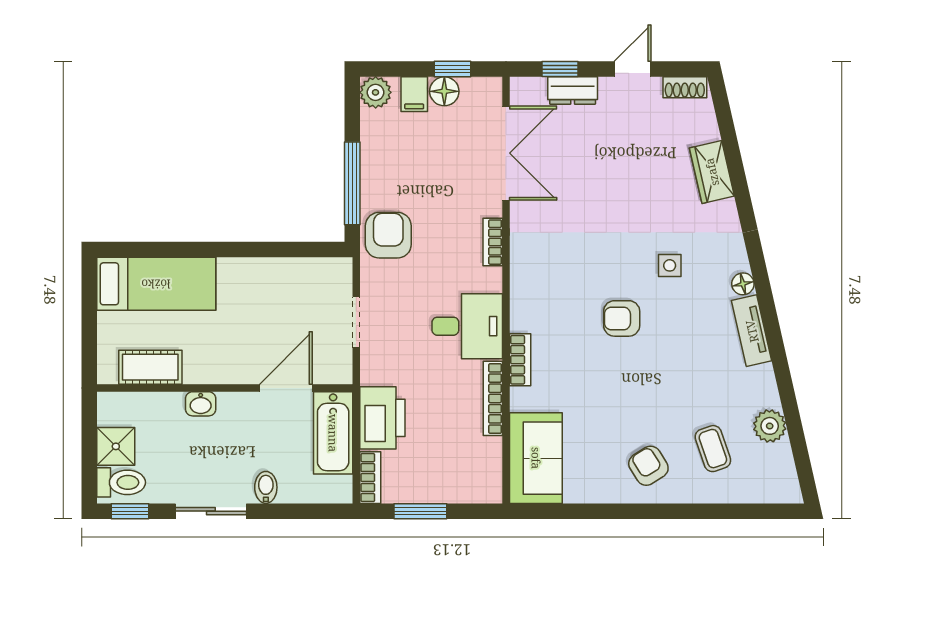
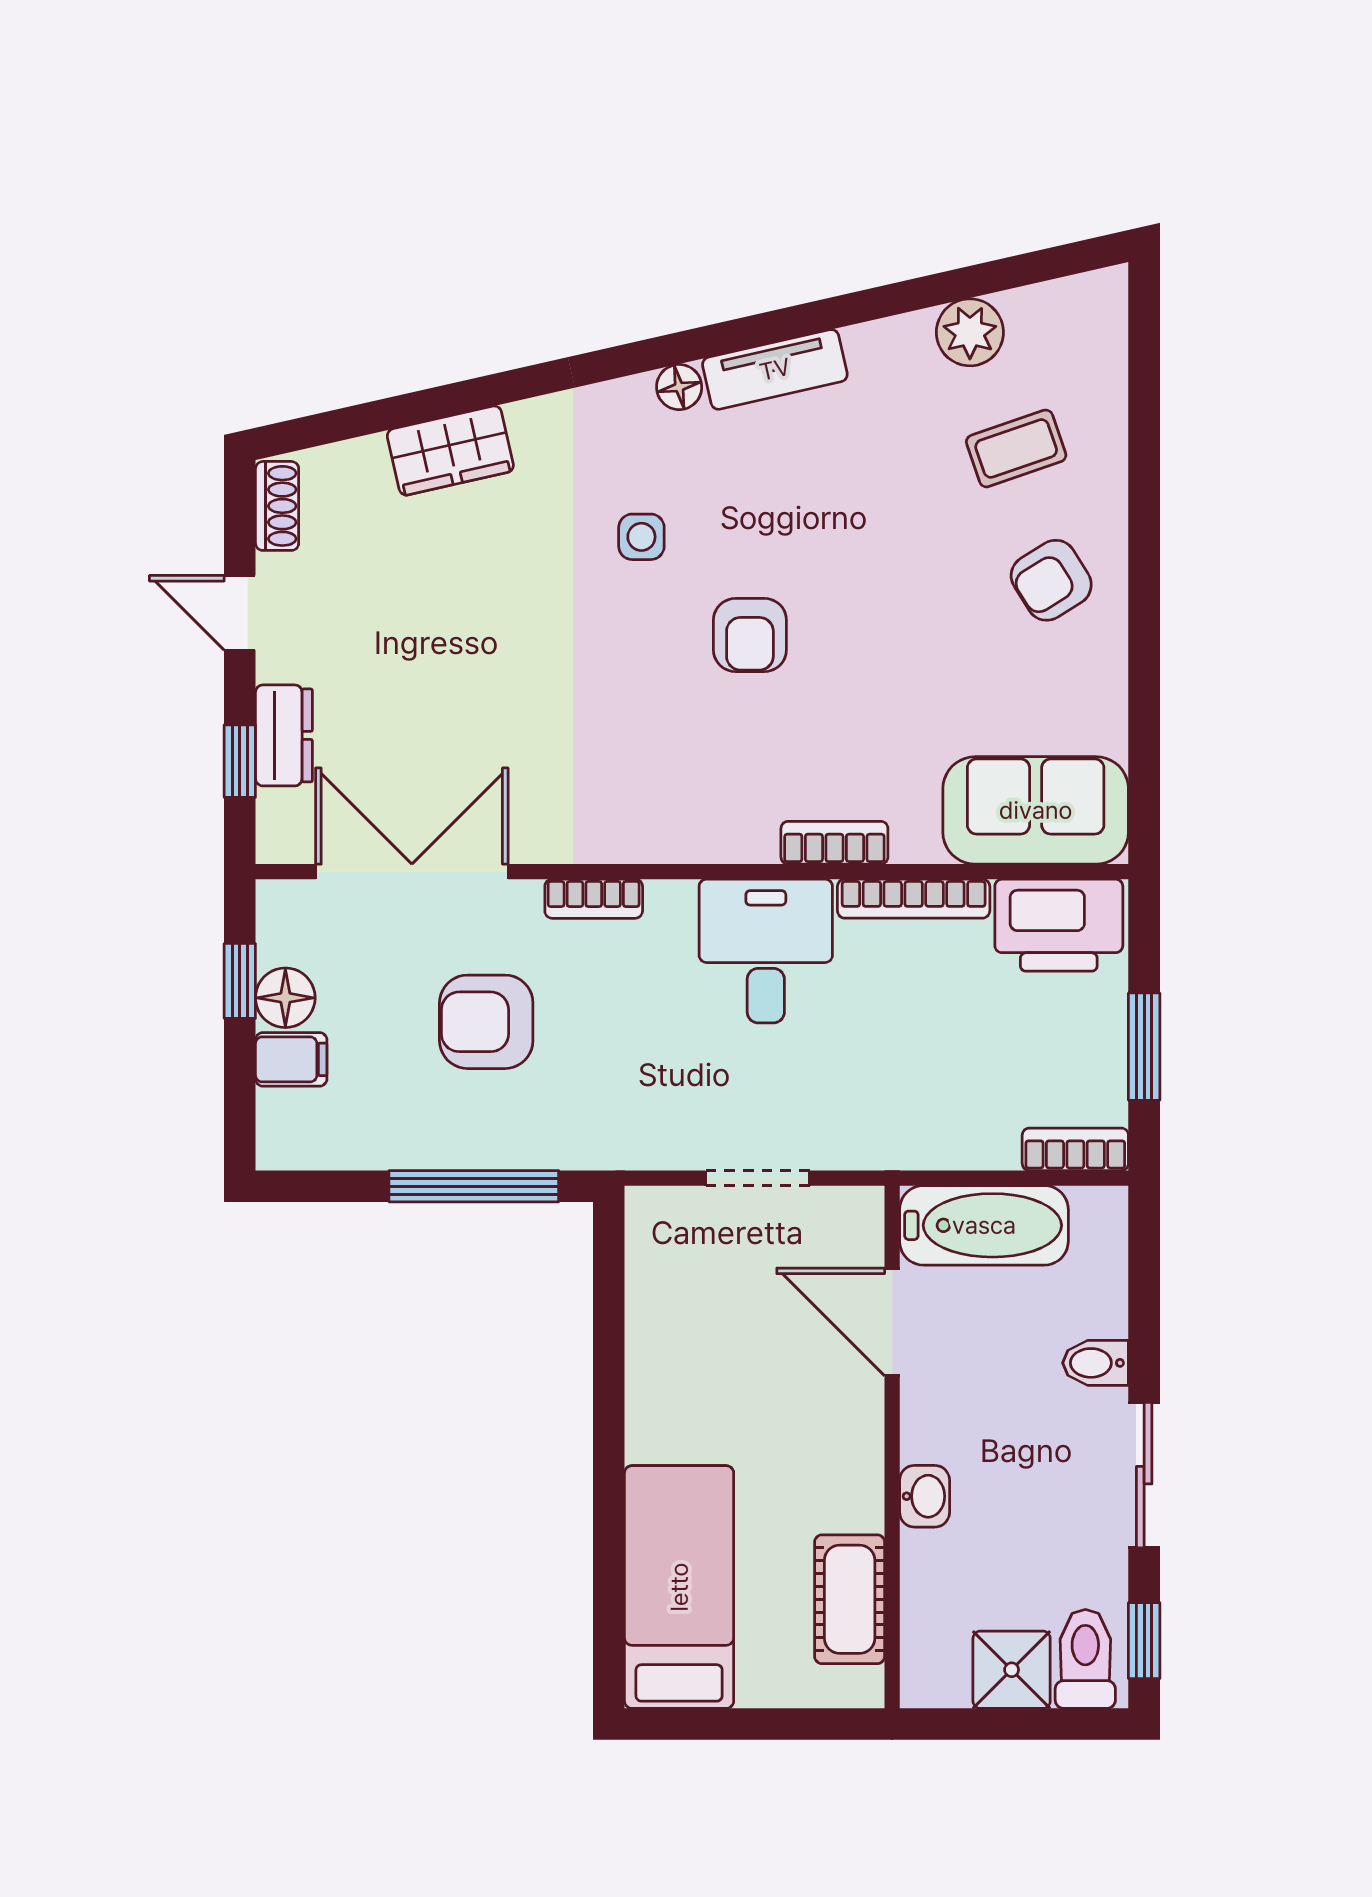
plant: (376, 92) -> (288, 1139), removed
armchair: (388, 235) -> (486, 1022), moved
printer: (382, 418) -> (1059, 925), moved, turned 180

